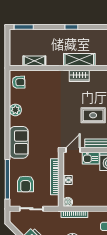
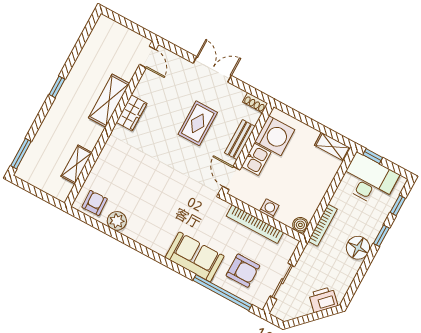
plant: (15, 110) -> (117, 221), moved
sofa: (19, 142) -> (195, 257), moved

